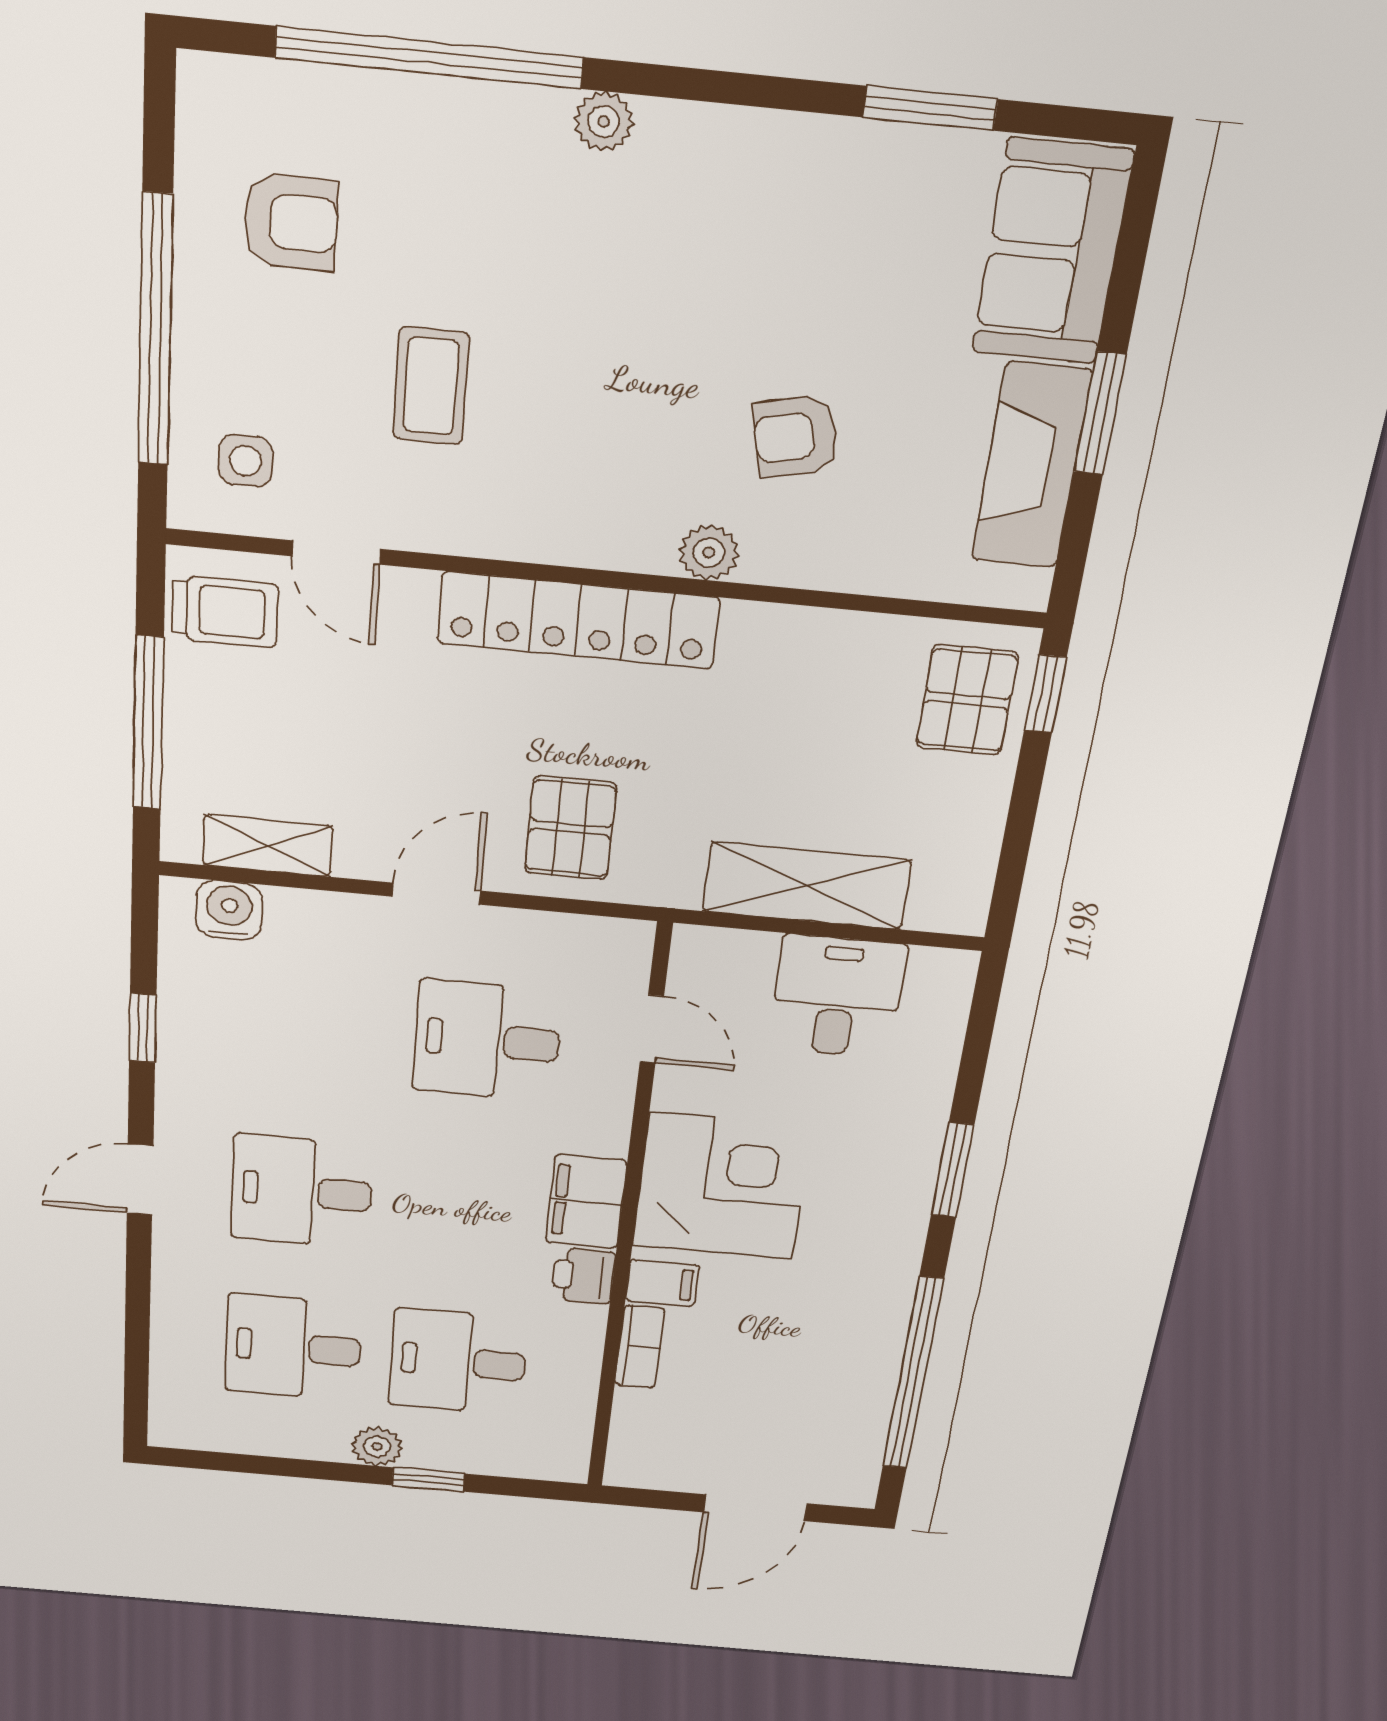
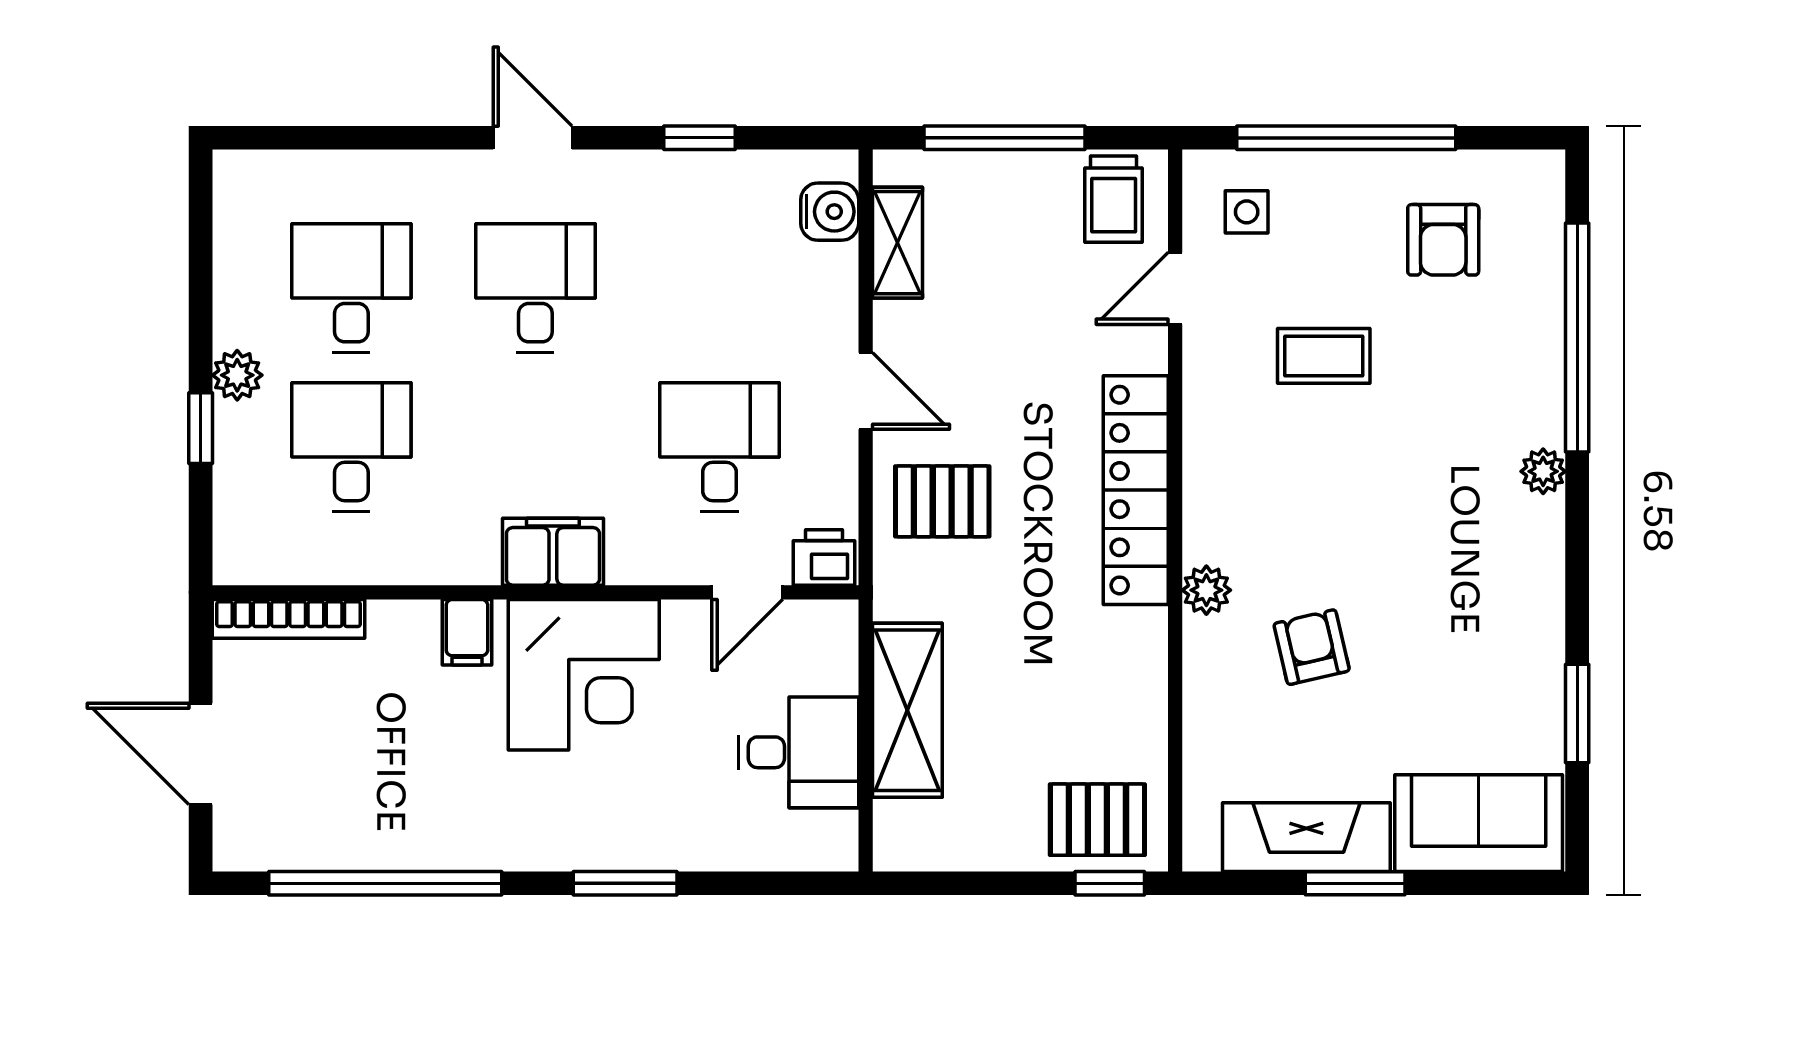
printer: (584, 1276) -> (824, 557), moved
bookcase: (640, 1347) -> (288, 619), moved, width x1.56

